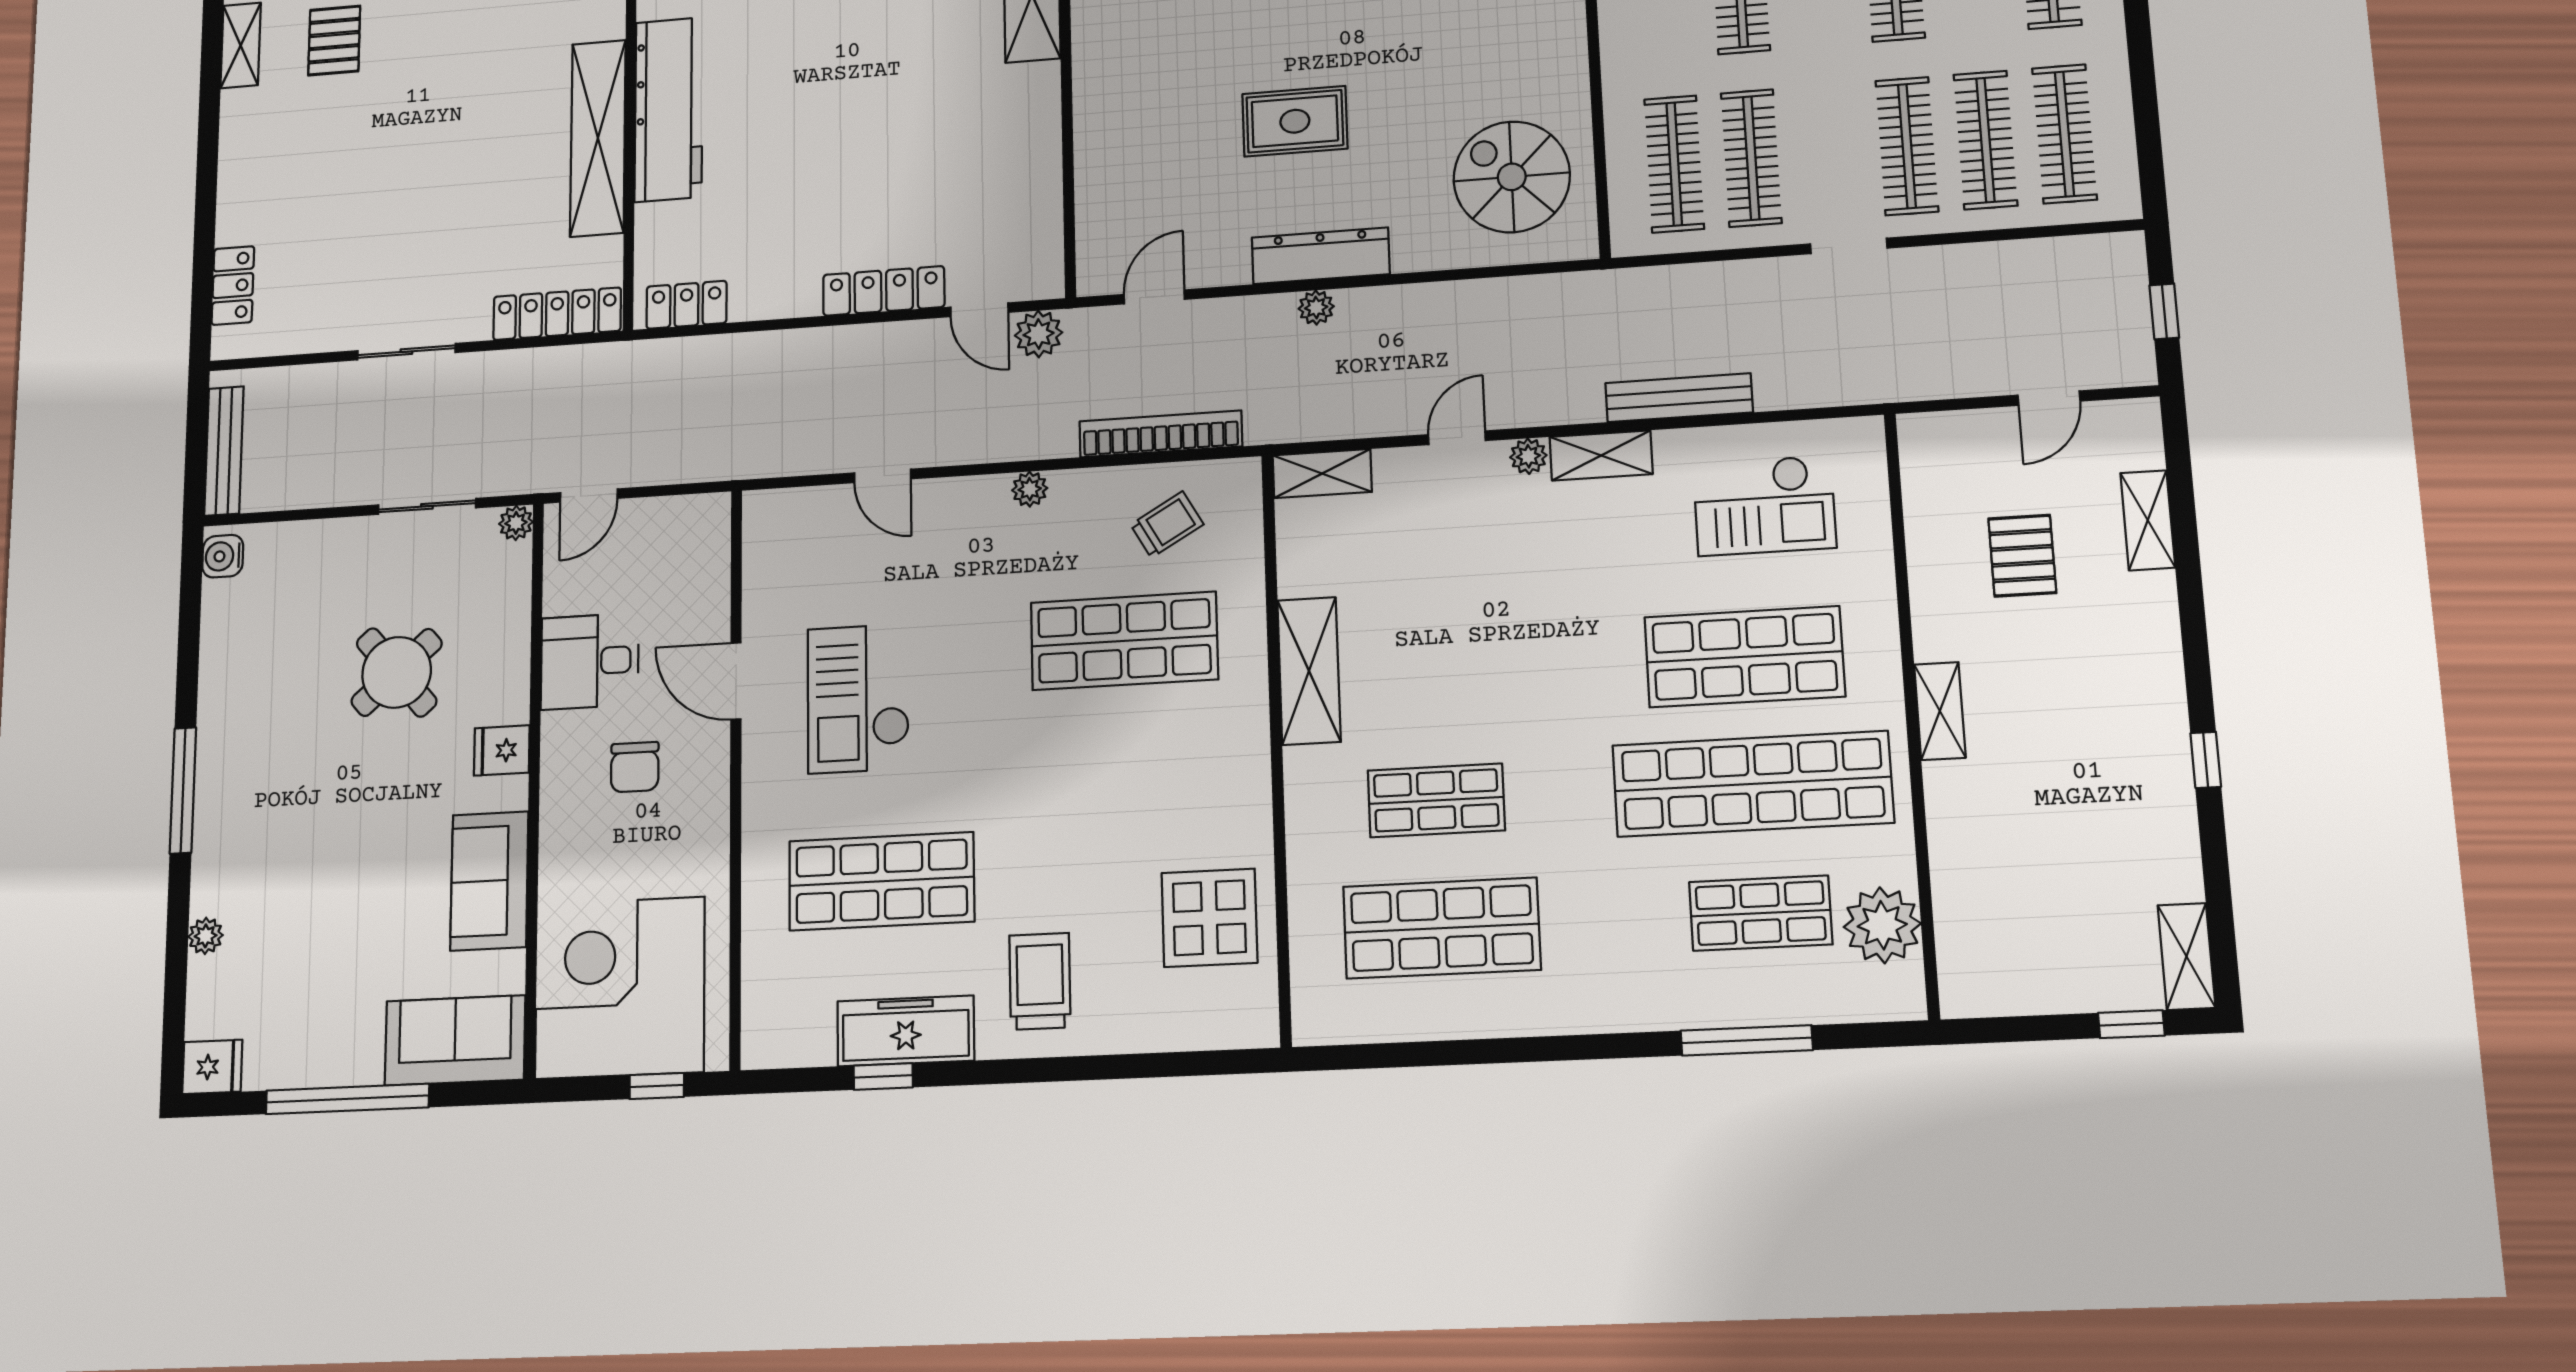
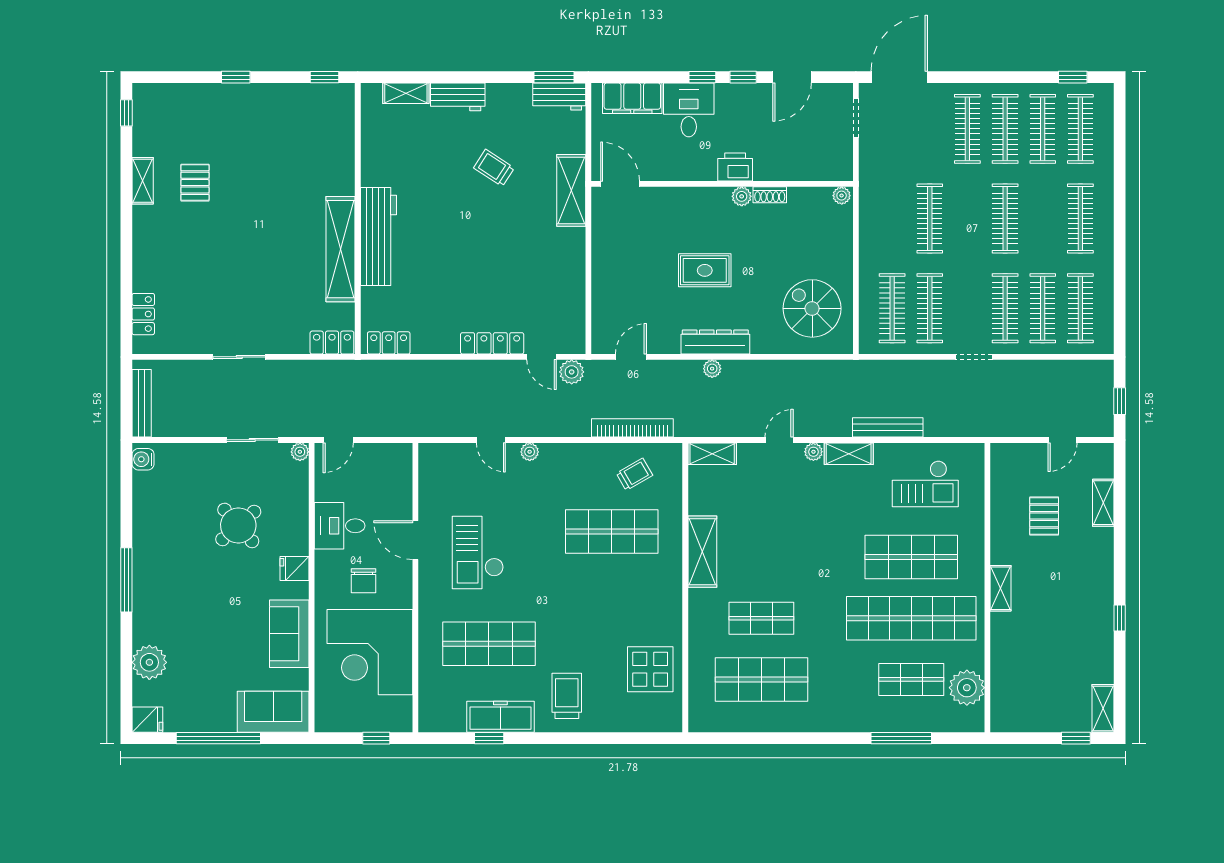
locker: (557, 314) -> (332, 343), width x0.66
plant: (1030, 489) -> (530, 452), moved
plant: (206, 936) -> (149, 662), width x1.88, depth x1.88
corner desk: (620, 988) -> (370, 652), moved, turned -90

